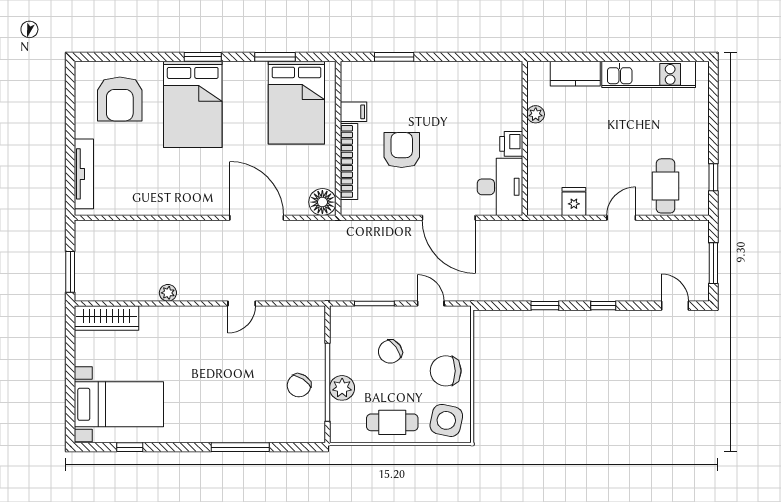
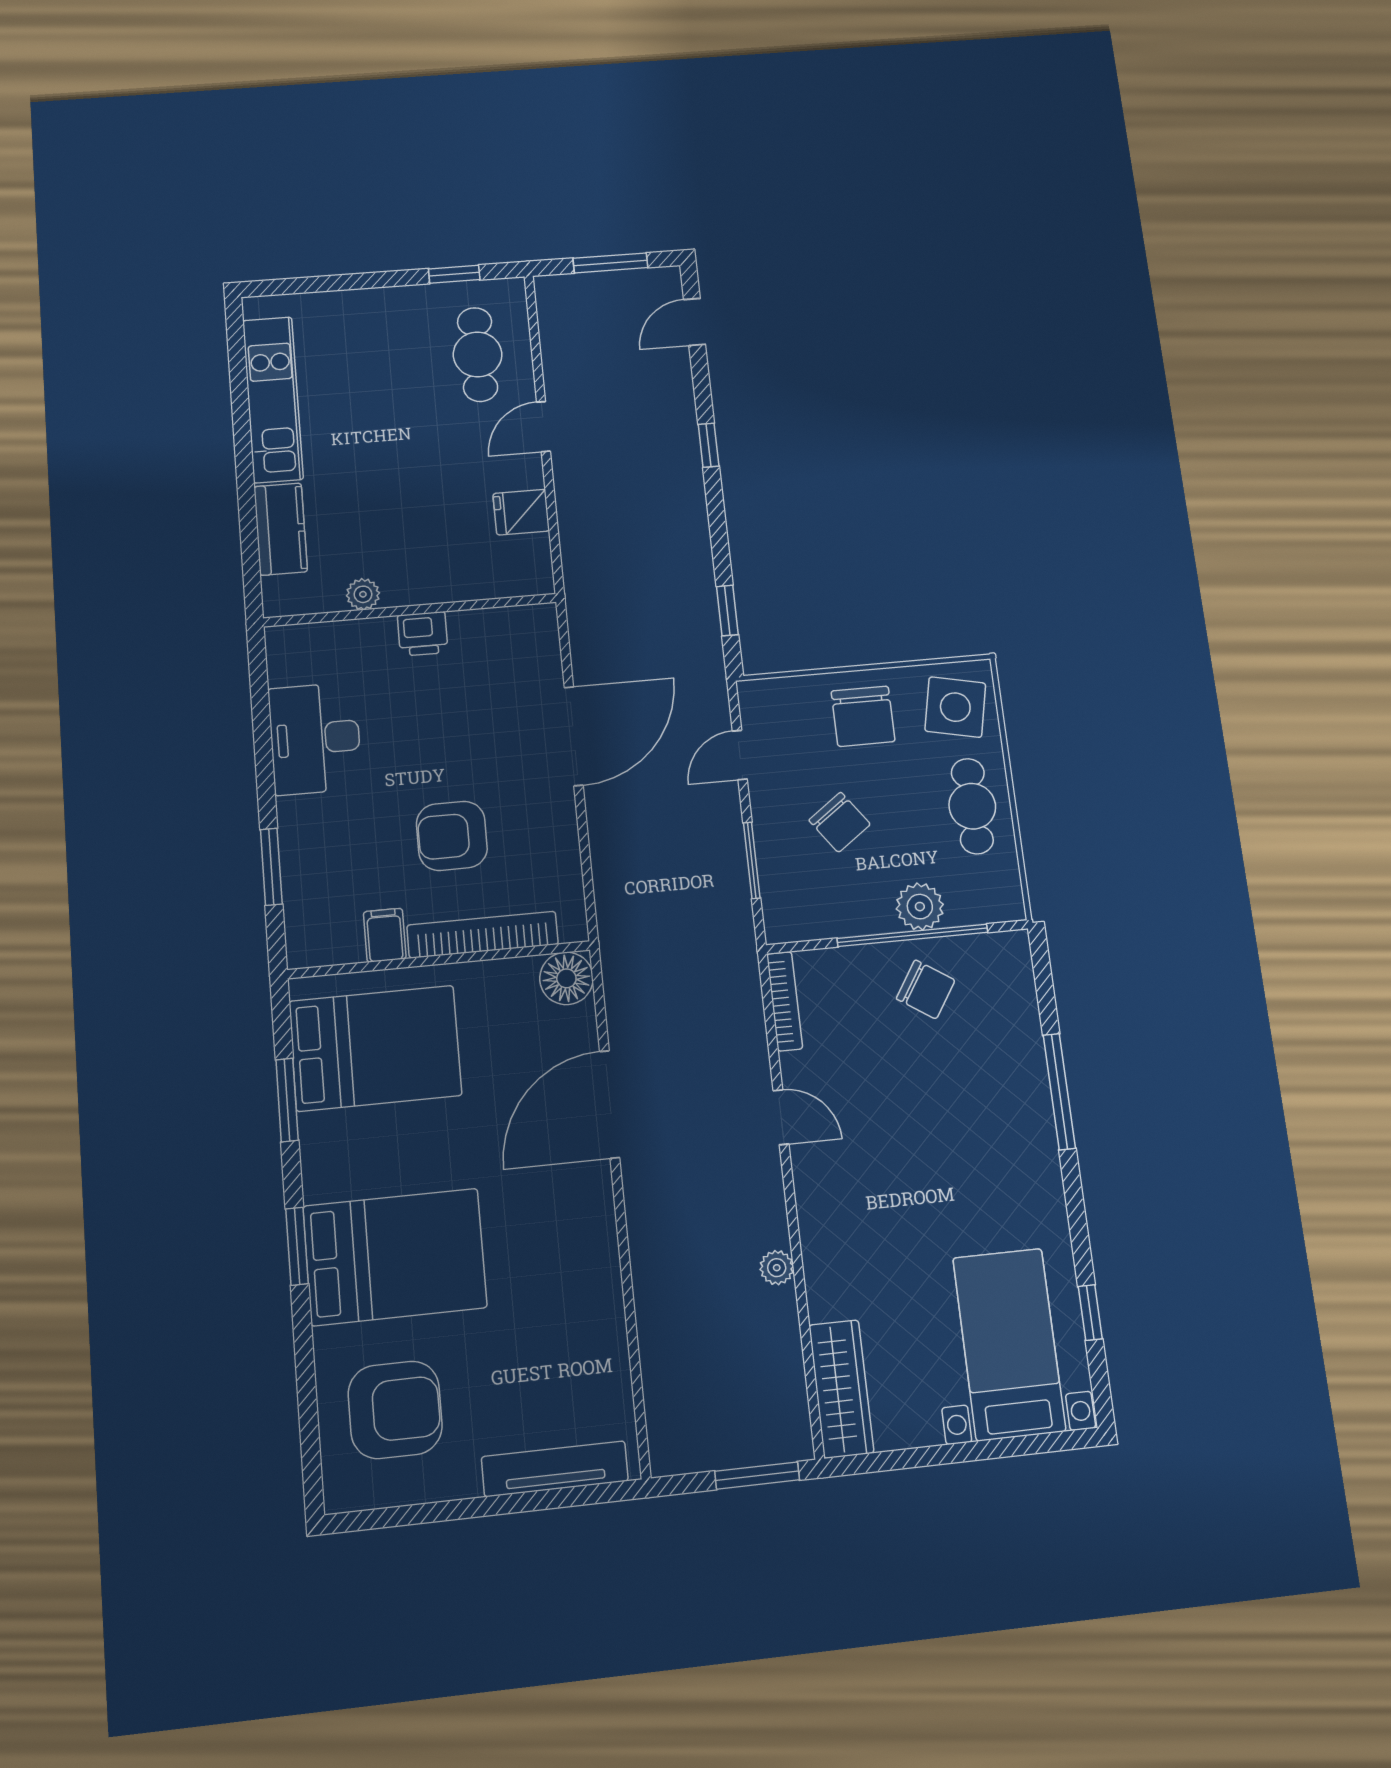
cafe table: (666, 186) -> (478, 354), turned 90
desk: (500, 187) -> (315, 738), moved, turned -90
door: (621, 218) -> (543, 427), hinge flipped
window: (545, 306) -> (727, 610), moved
bookcase: (300, 312) -> (785, 1001), added

